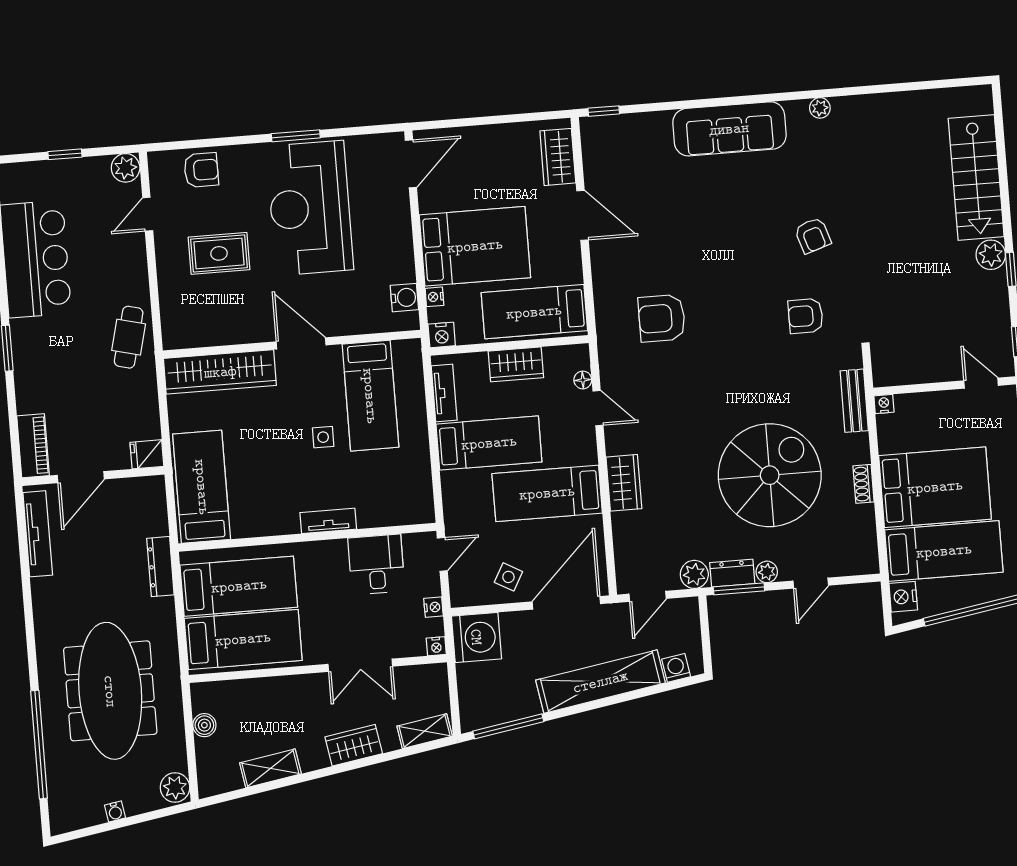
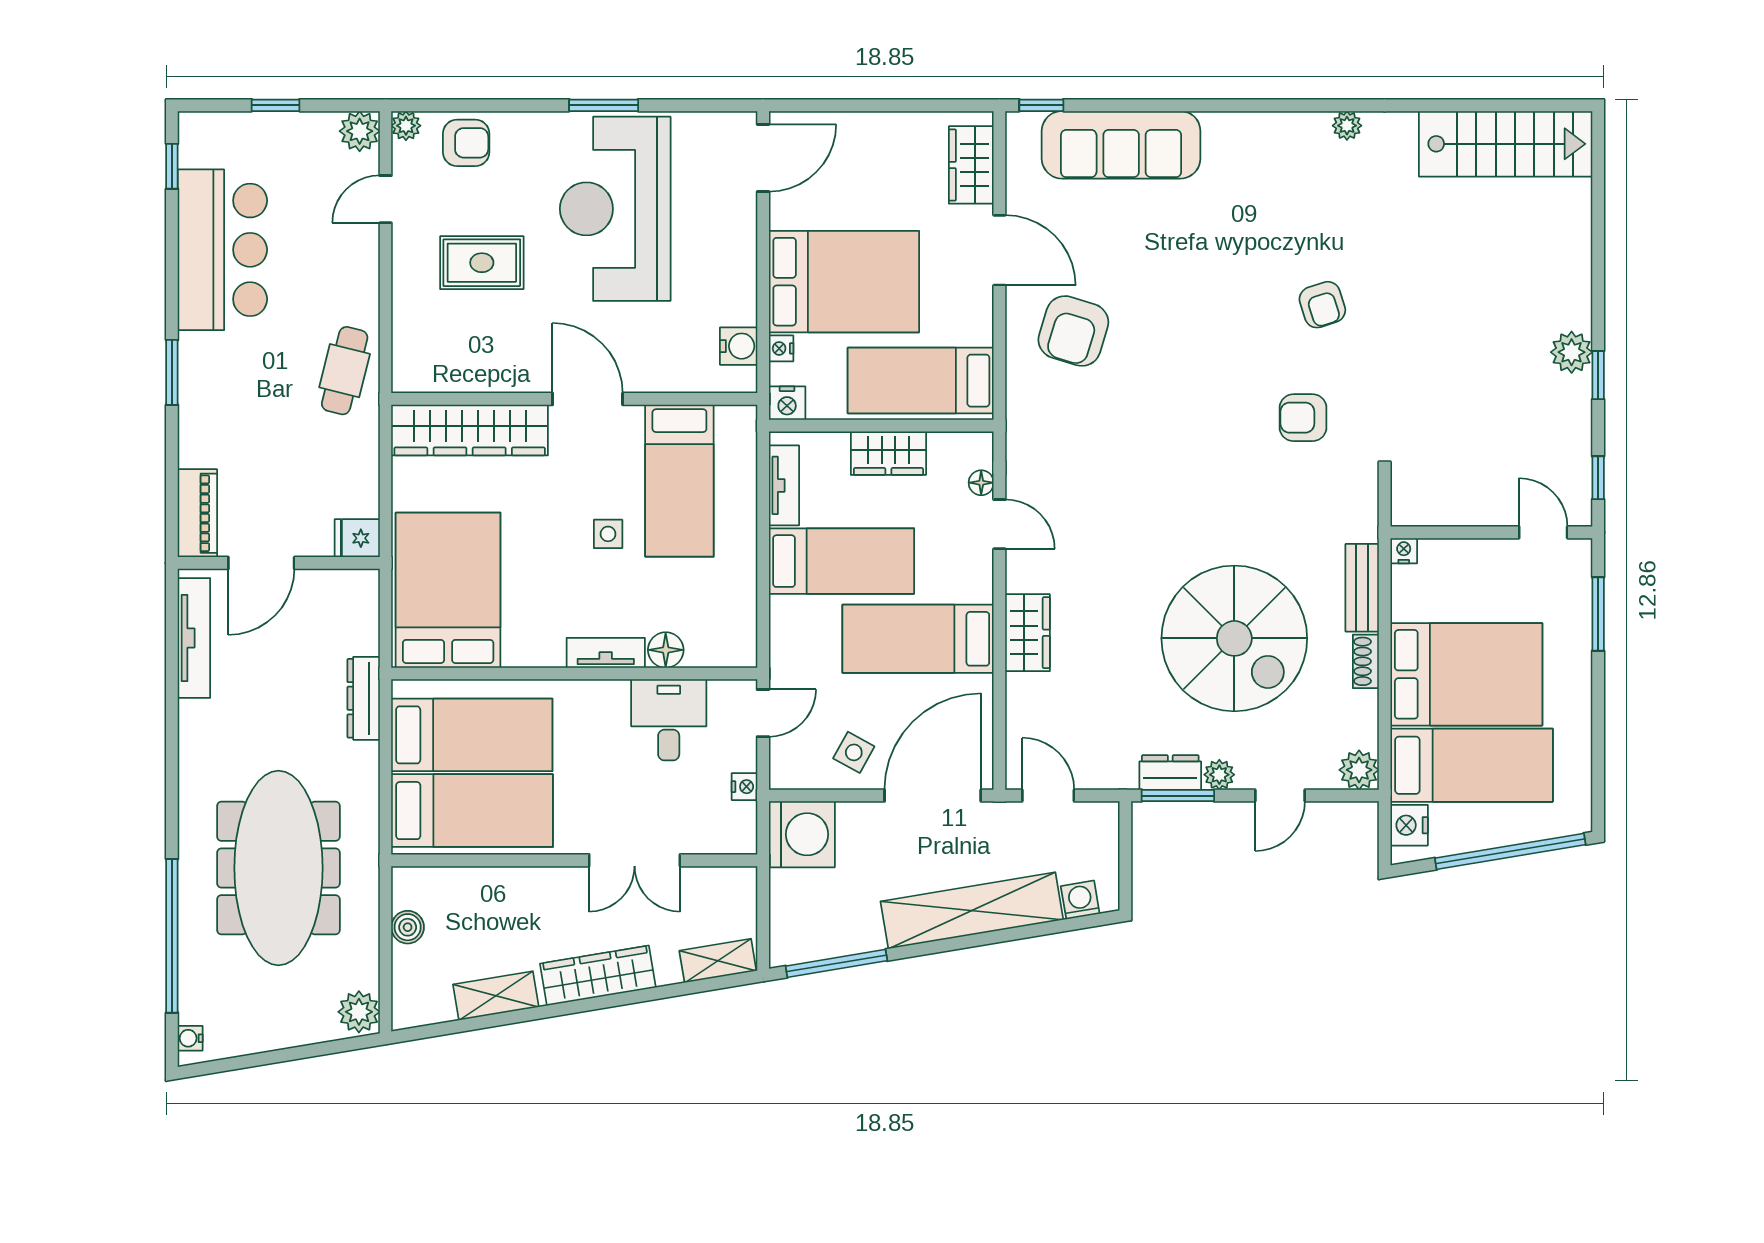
sofa: (729, 129) -> (1121, 145), moved
plant: (158, 161) -> (406, 126), added
stairs: (976, 178) -> (1506, 144), moved, turned -90
armchair: (662, 318) -> (1073, 331), moved, turned -73
bench: (854, 401) -> (1362, 588), moved
spiral stairs: (770, 475) -> (1234, 638), turned 90
bed: (202, 487) -> (448, 590), width x1.50
floor lamp: (370, 516) -> (666, 650), added
plant: (694, 574) -> (1359, 770), moved
door: (648, 596) -> (1048, 796), swing flipped
nightstand: (436, 646) -> (744, 842), removed
wardrobe: (354, 745) -> (598, 976), width x1.50
water cooler: (115, 811) -> (190, 1038), moved, turned 99

